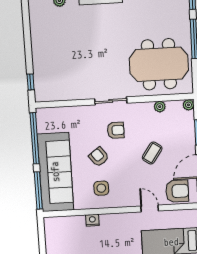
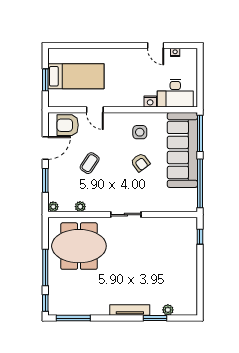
armchair: (116, 130) -> (123, 187), removed
desk: (67, 230) -> (175, 93), added

